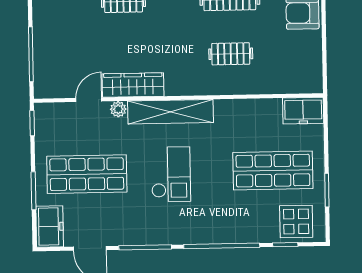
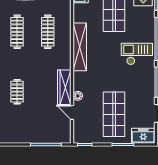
clothes rail: (231, 54) -> (48, 32), width x1.36
shelving: (171, 112) -> (80, 47), moved
checkout: (171, 174) -> (137, 54), moved

